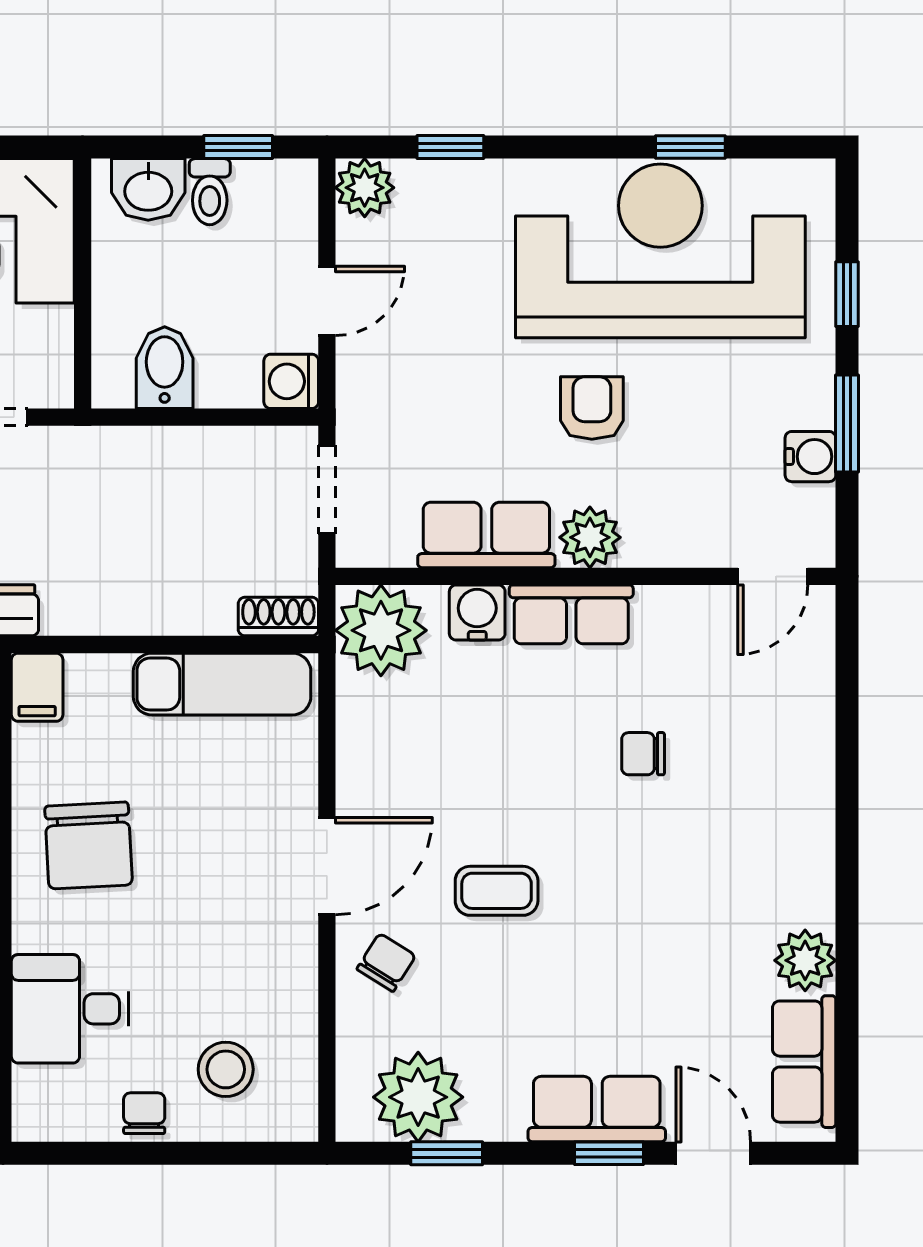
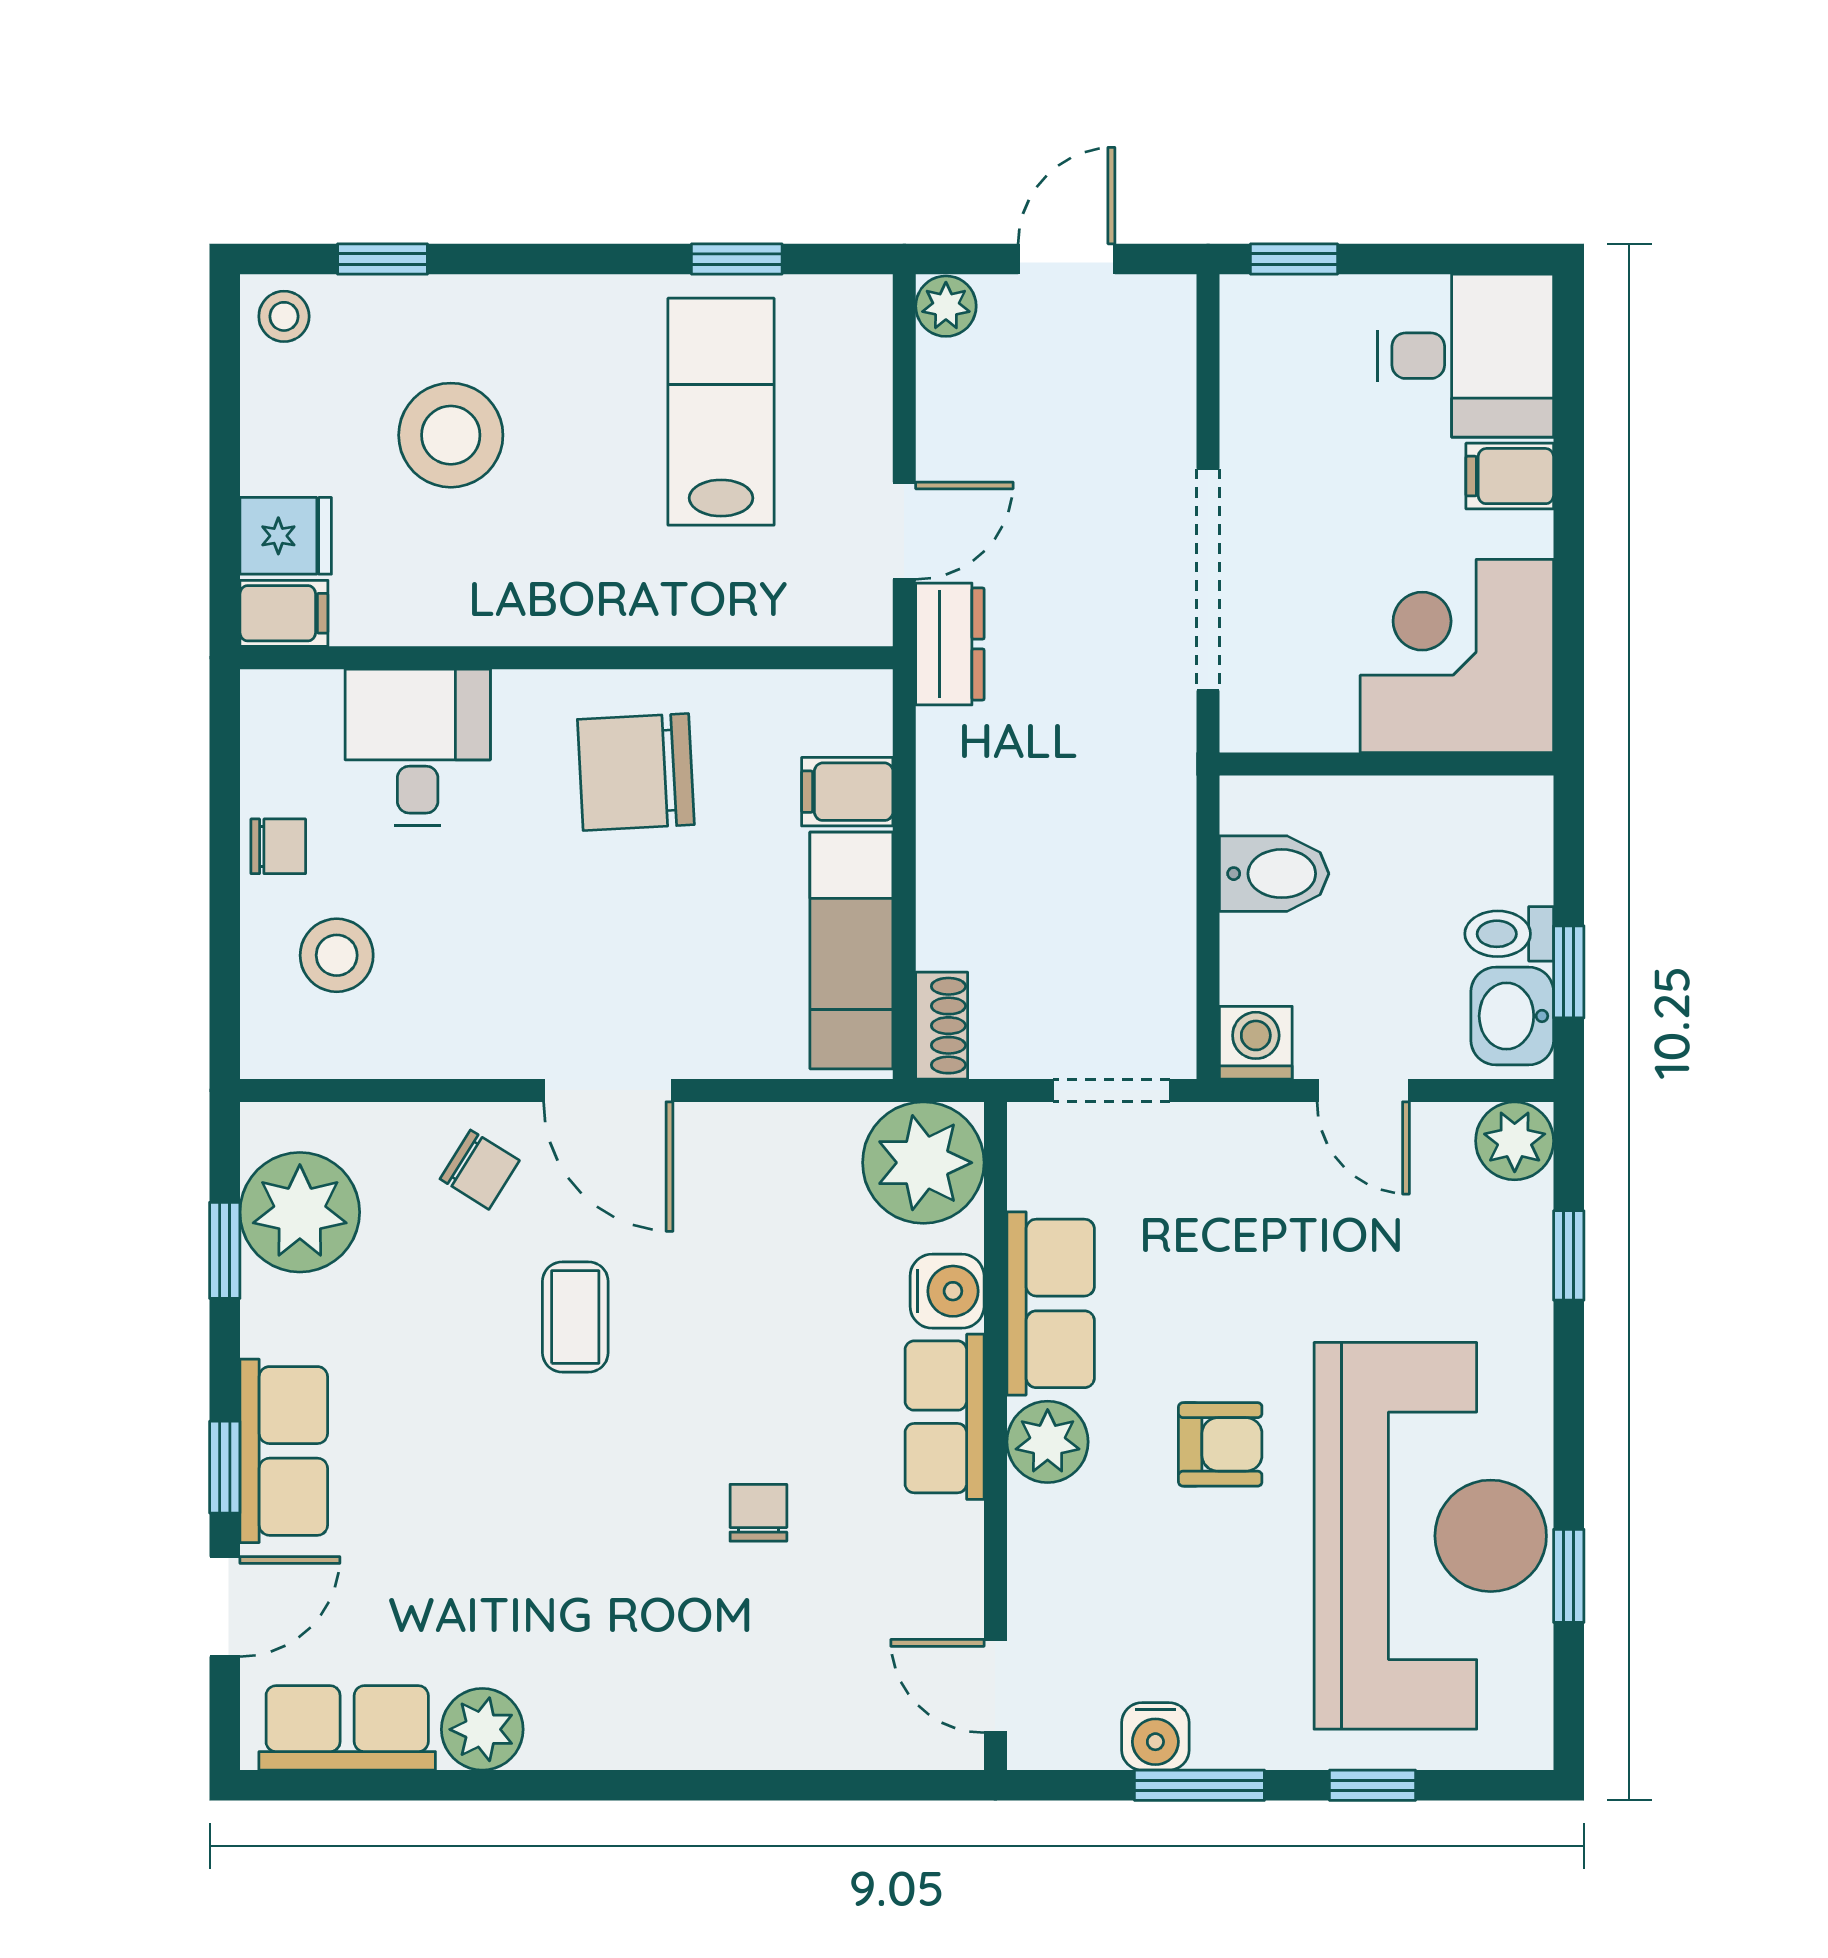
washbasin: (148, 189) -> (1512, 1016), moved
filing cabinet: (37, 687) -> (847, 792), moved

